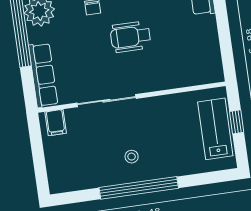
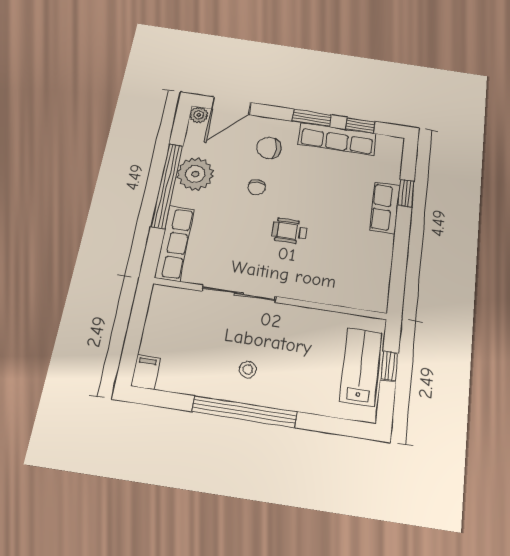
wheelchair: (130, 37) -> (290, 231), width x0.73, depth x0.73
filing cabinet: (56, 123) -> (146, 372), moved, turned 180

